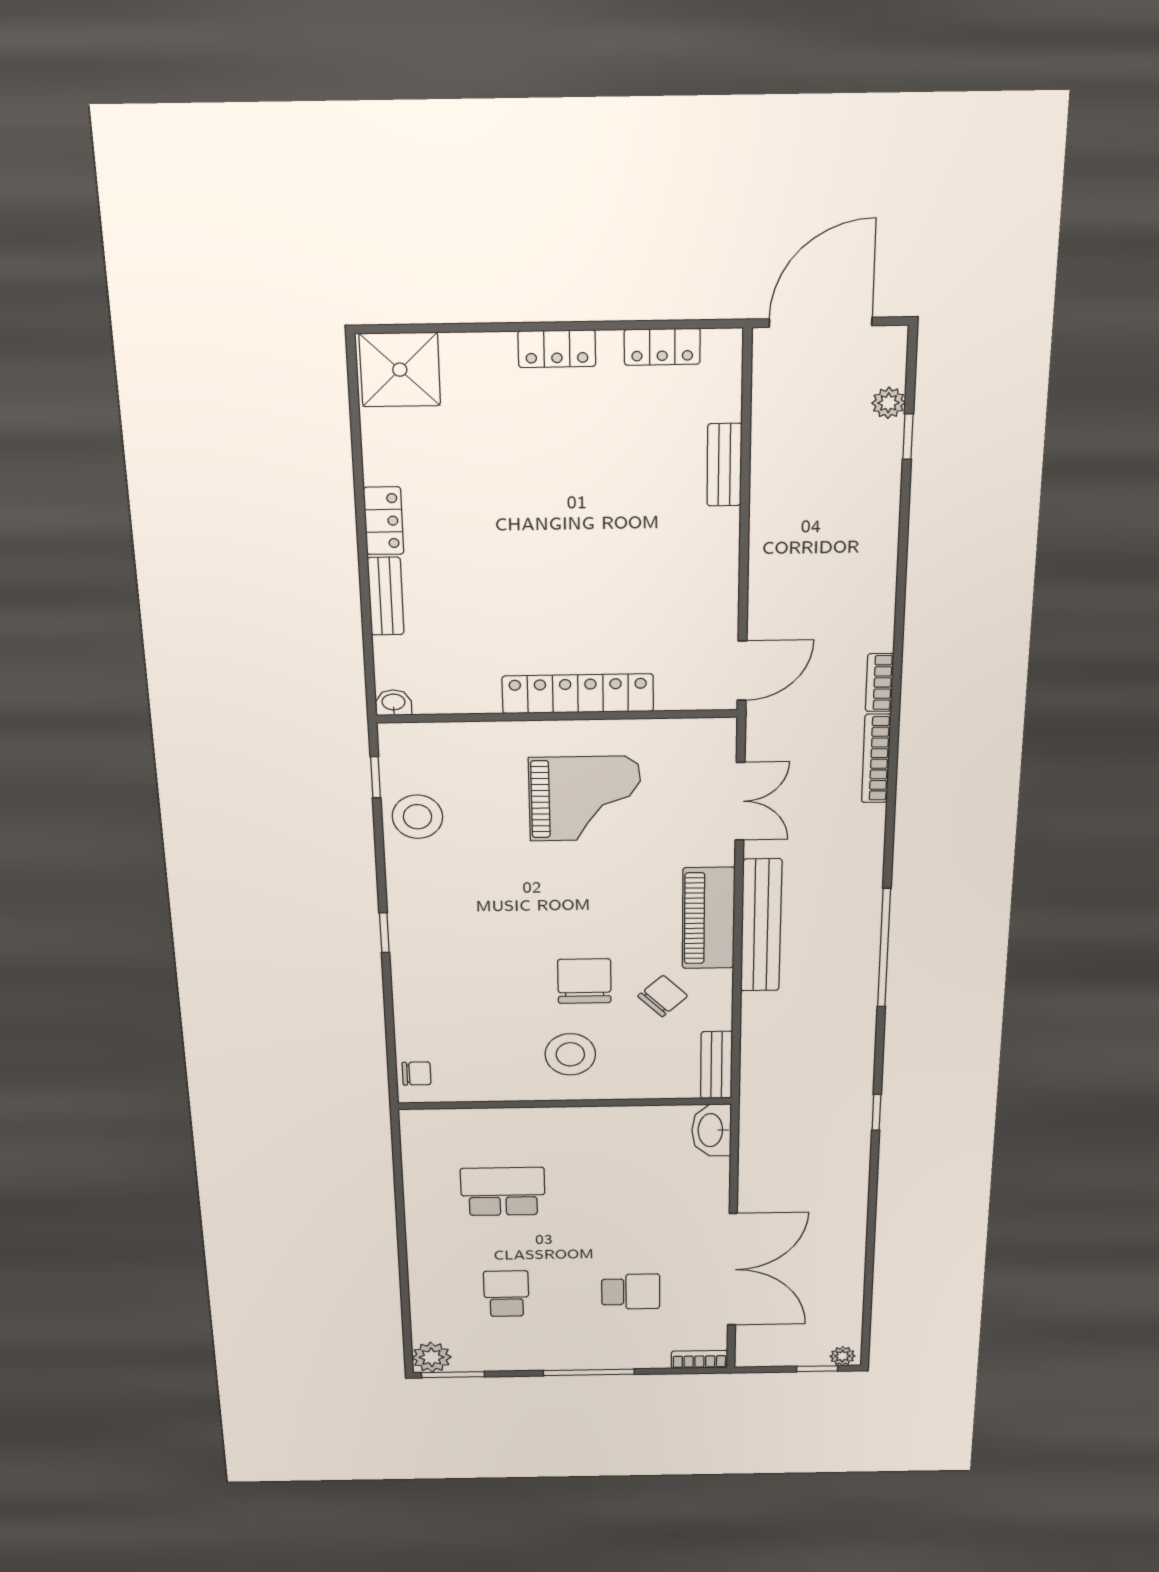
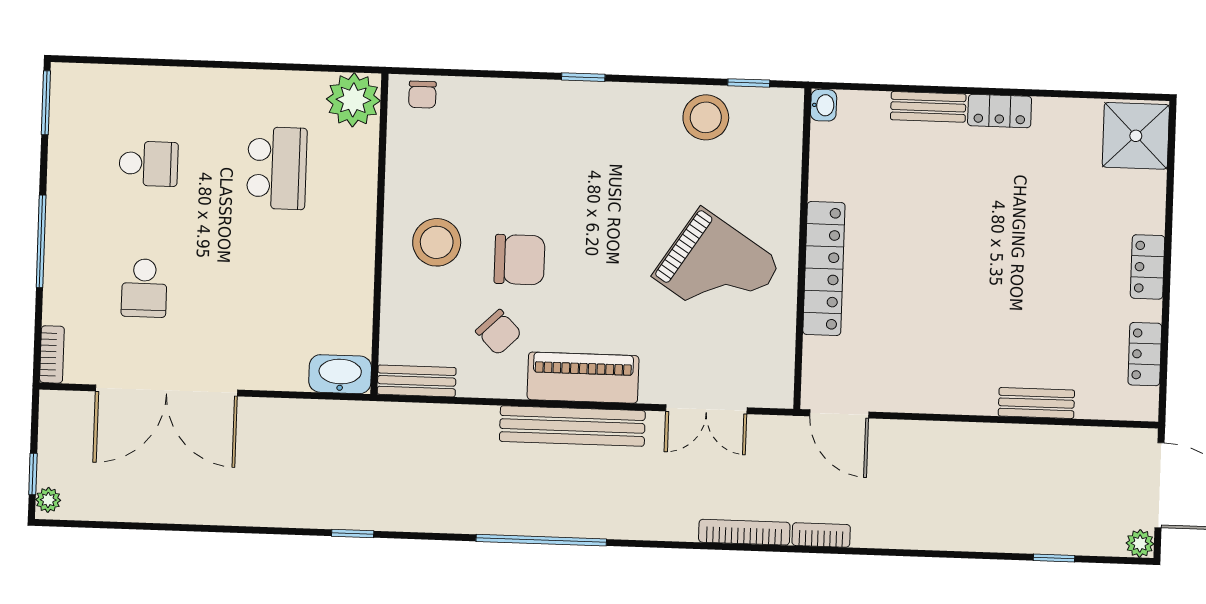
plant: (888, 403) -> (1140, 543), moved
grand piano: (585, 799) -> (717, 270), turned -57
plant: (432, 1357) -> (353, 100), moved, width x1.36, depth x1.36

